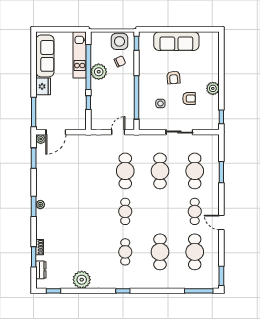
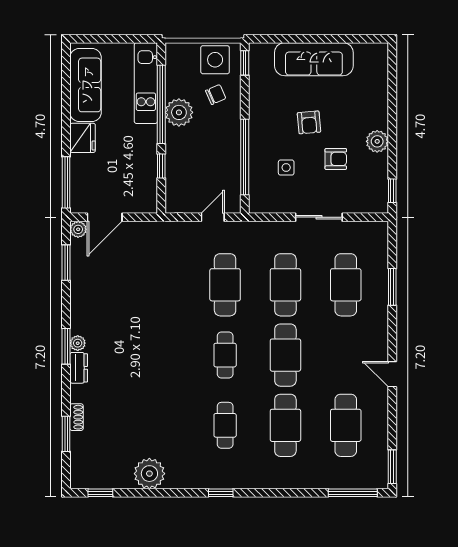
cafe table: (195, 211) -> (285, 355), moved, width x1.37, depth x1.35
dresser: (41, 270) -> (79, 368), moved

